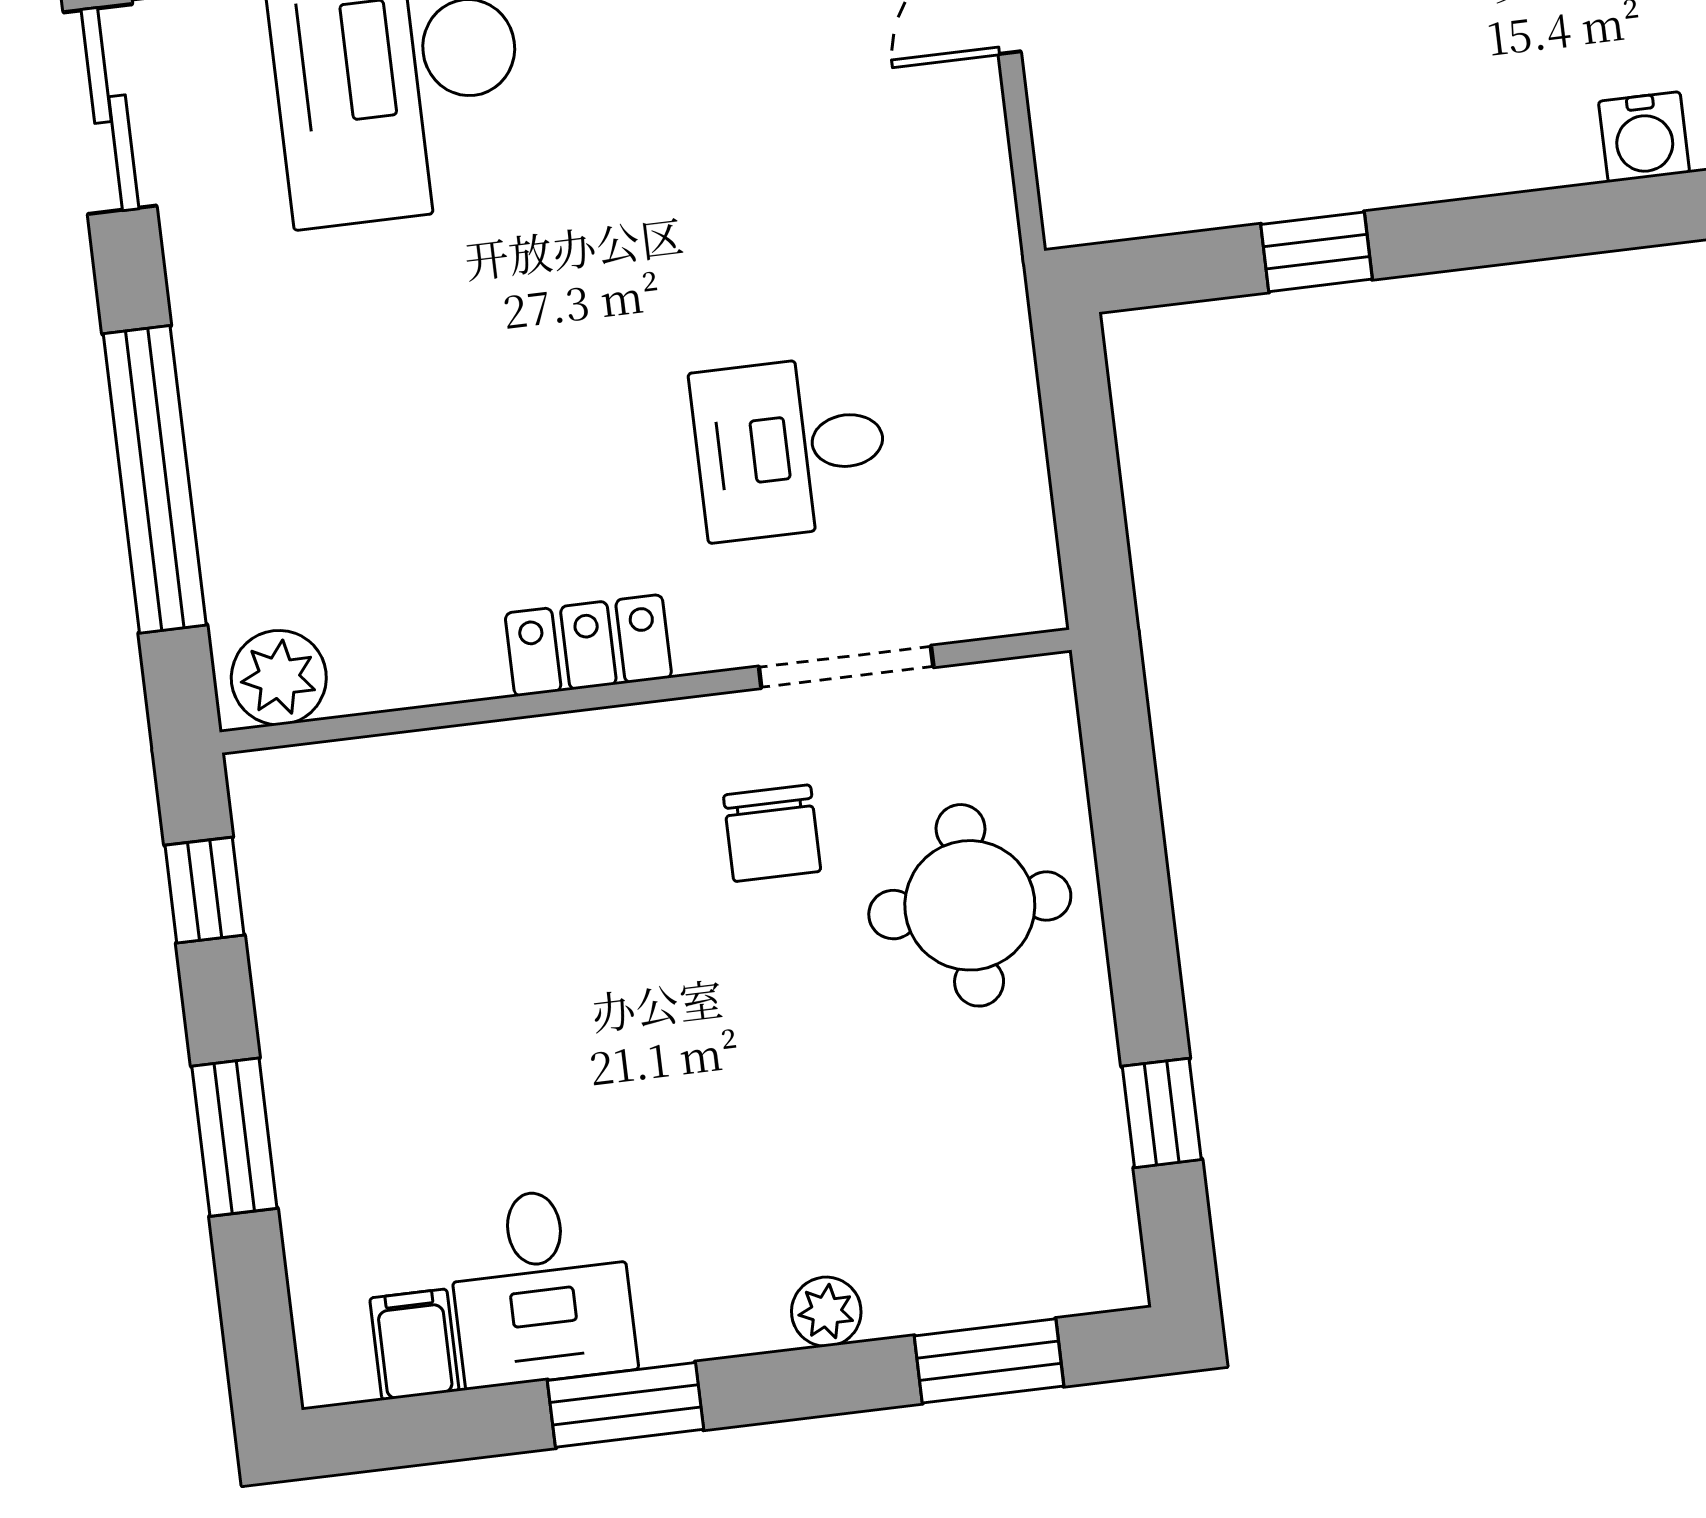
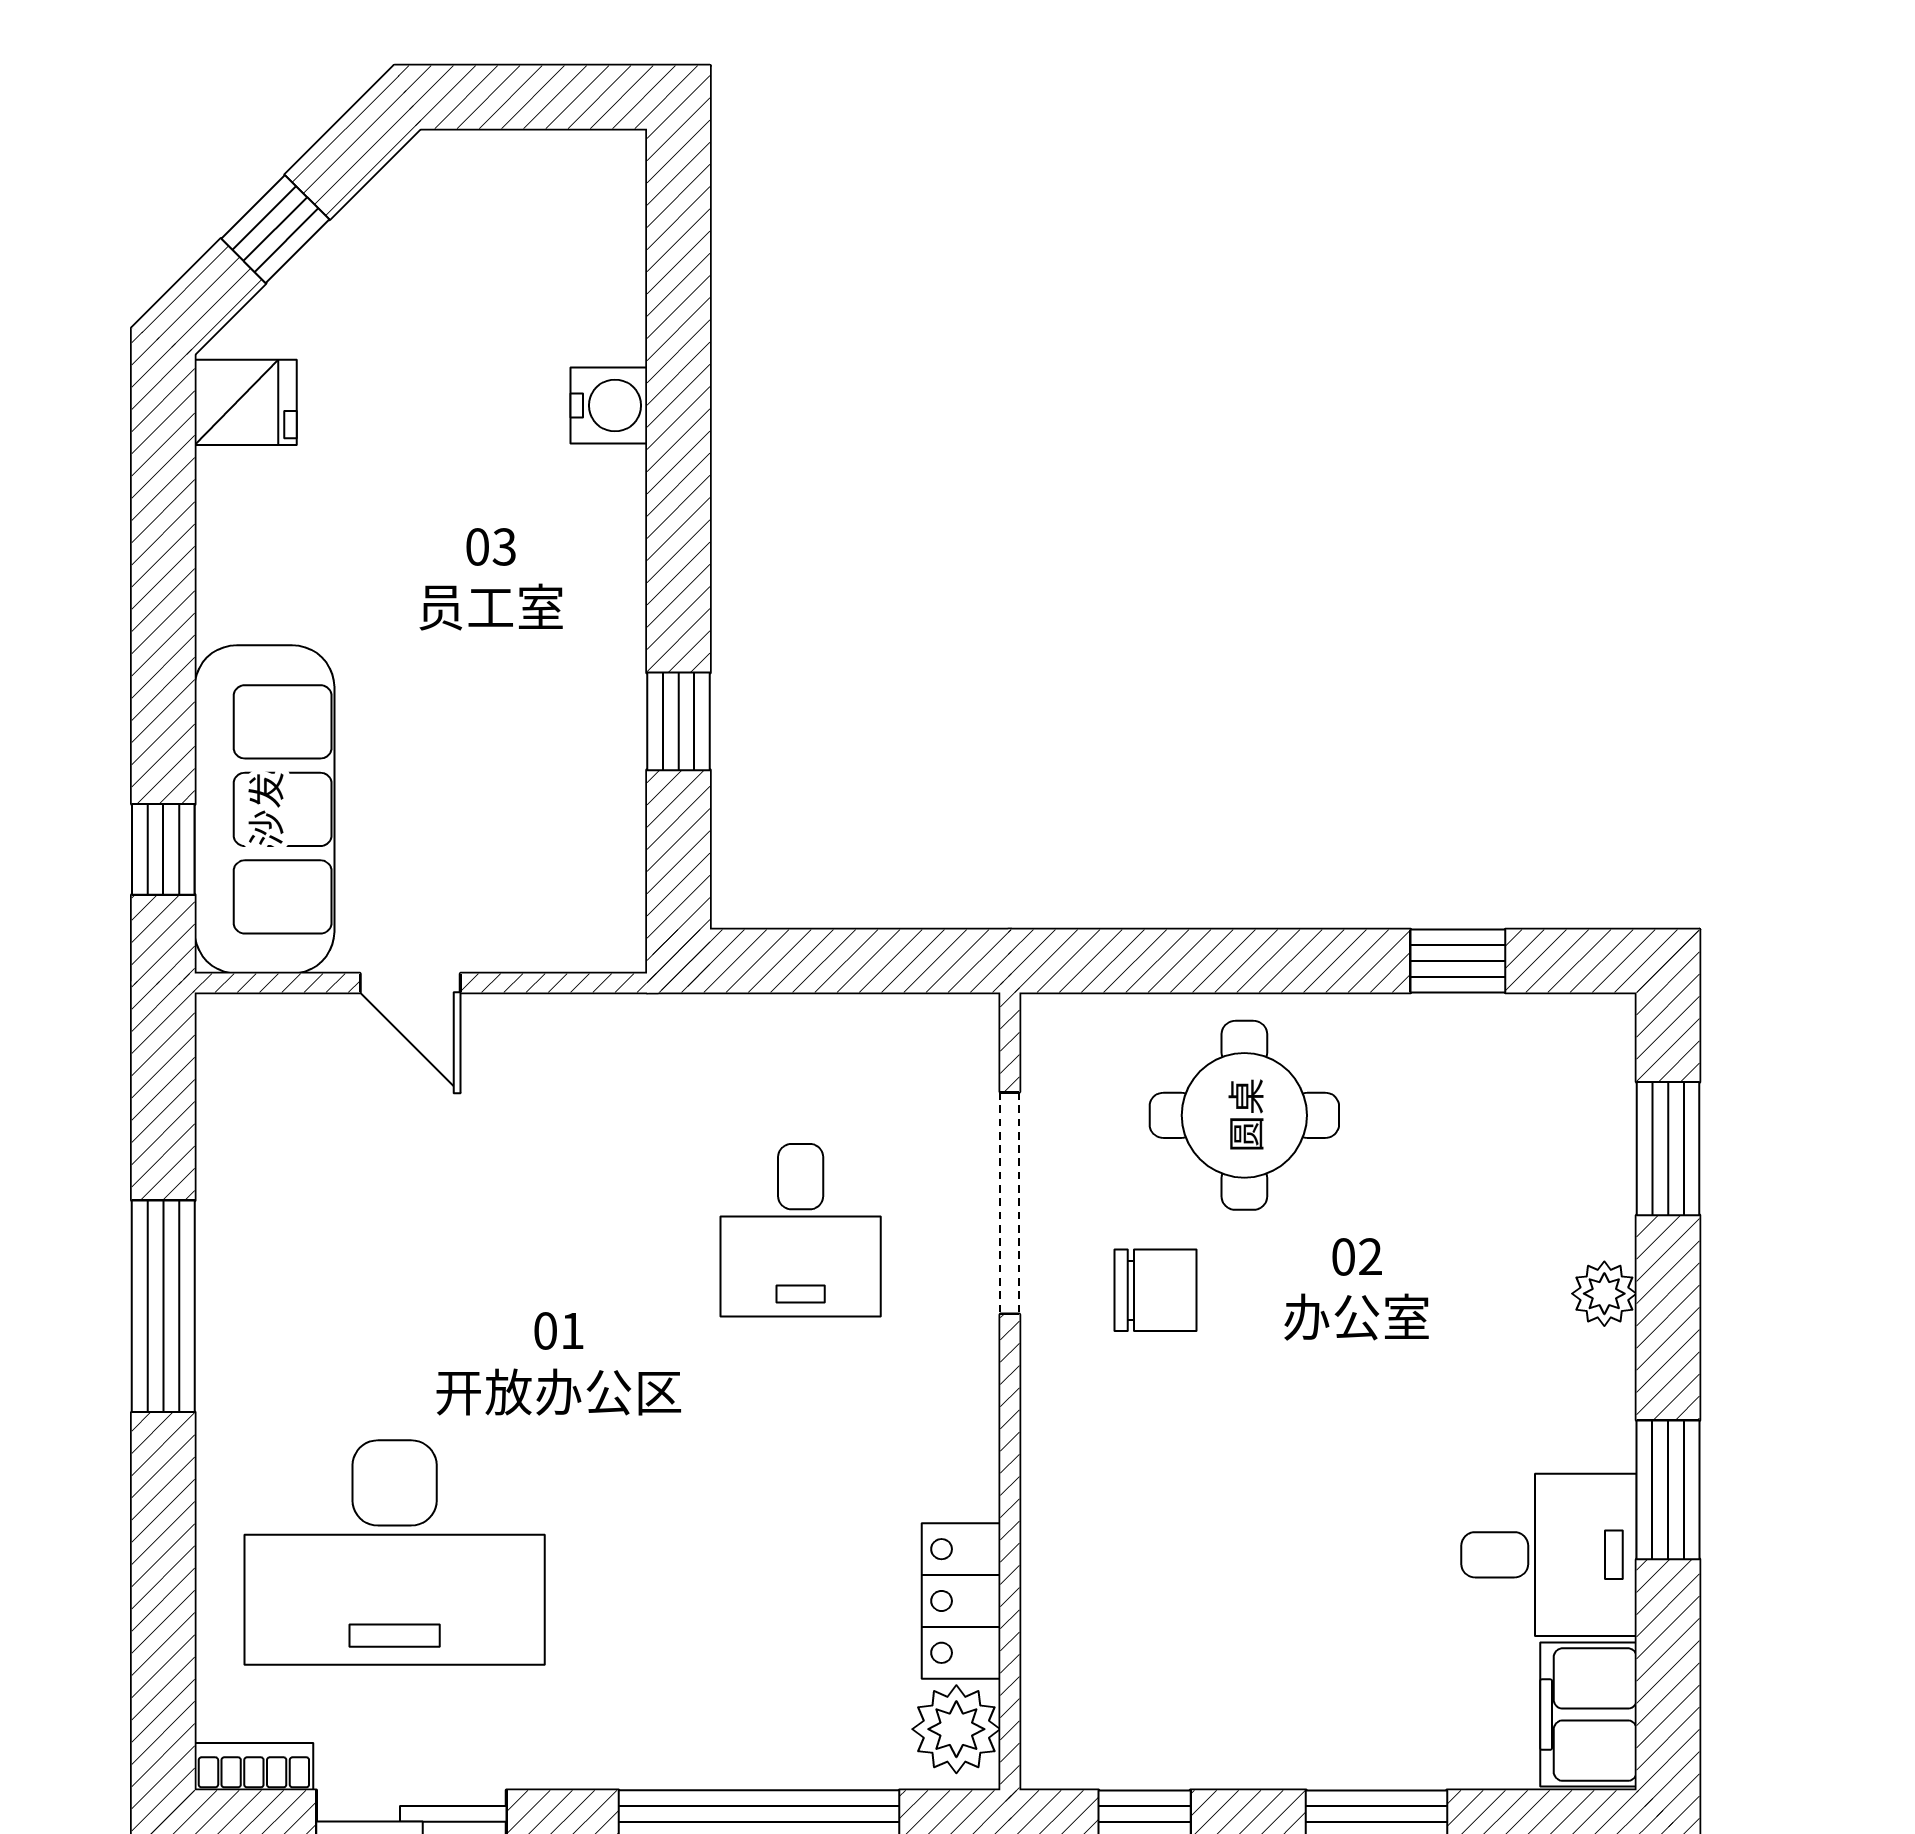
locker: (588, 645) -> (961, 1601), moved
doorway: (846, 667) -> (1010, 1203), width x1.36
filing cabinet: (414, 1344) -> (1588, 1715), width x2.00

